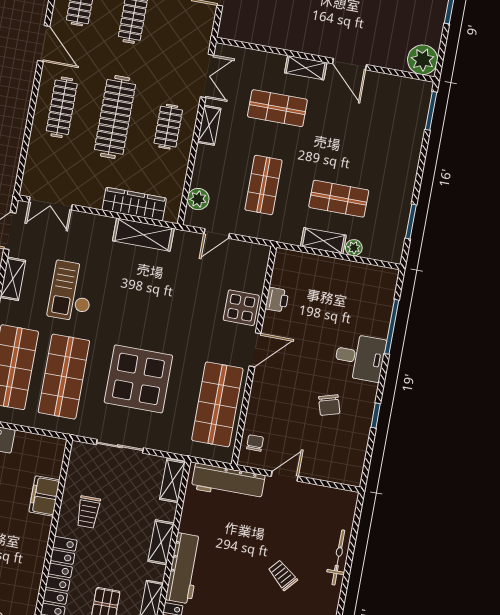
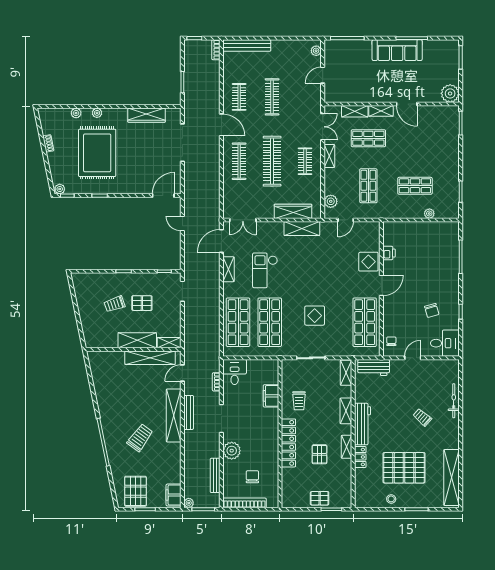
shelving: (323, 241) -> (355, 111), moved
desk: (360, 357) -> (445, 343), moved
display table: (138, 379) -> (315, 316), width x0.54, depth x0.54
workbench: (228, 482) -> (374, 367), width x0.73

